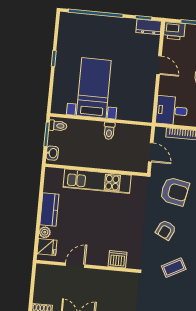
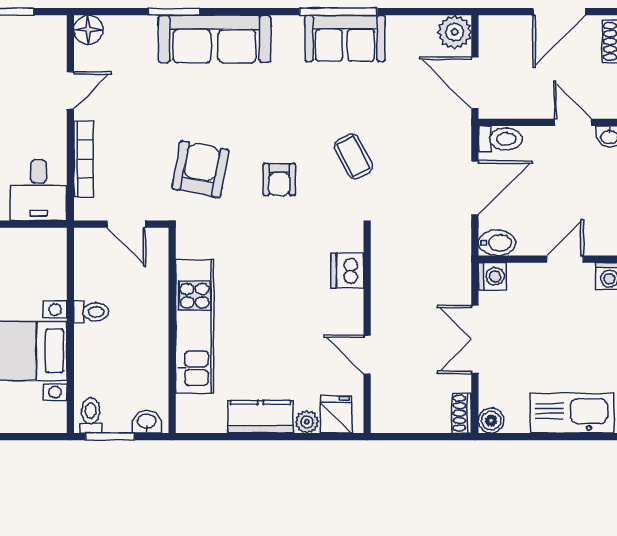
door: (151, 152) -> (126, 224), swing flipped
armchair: (166, 230) -> (279, 180), turned 64

